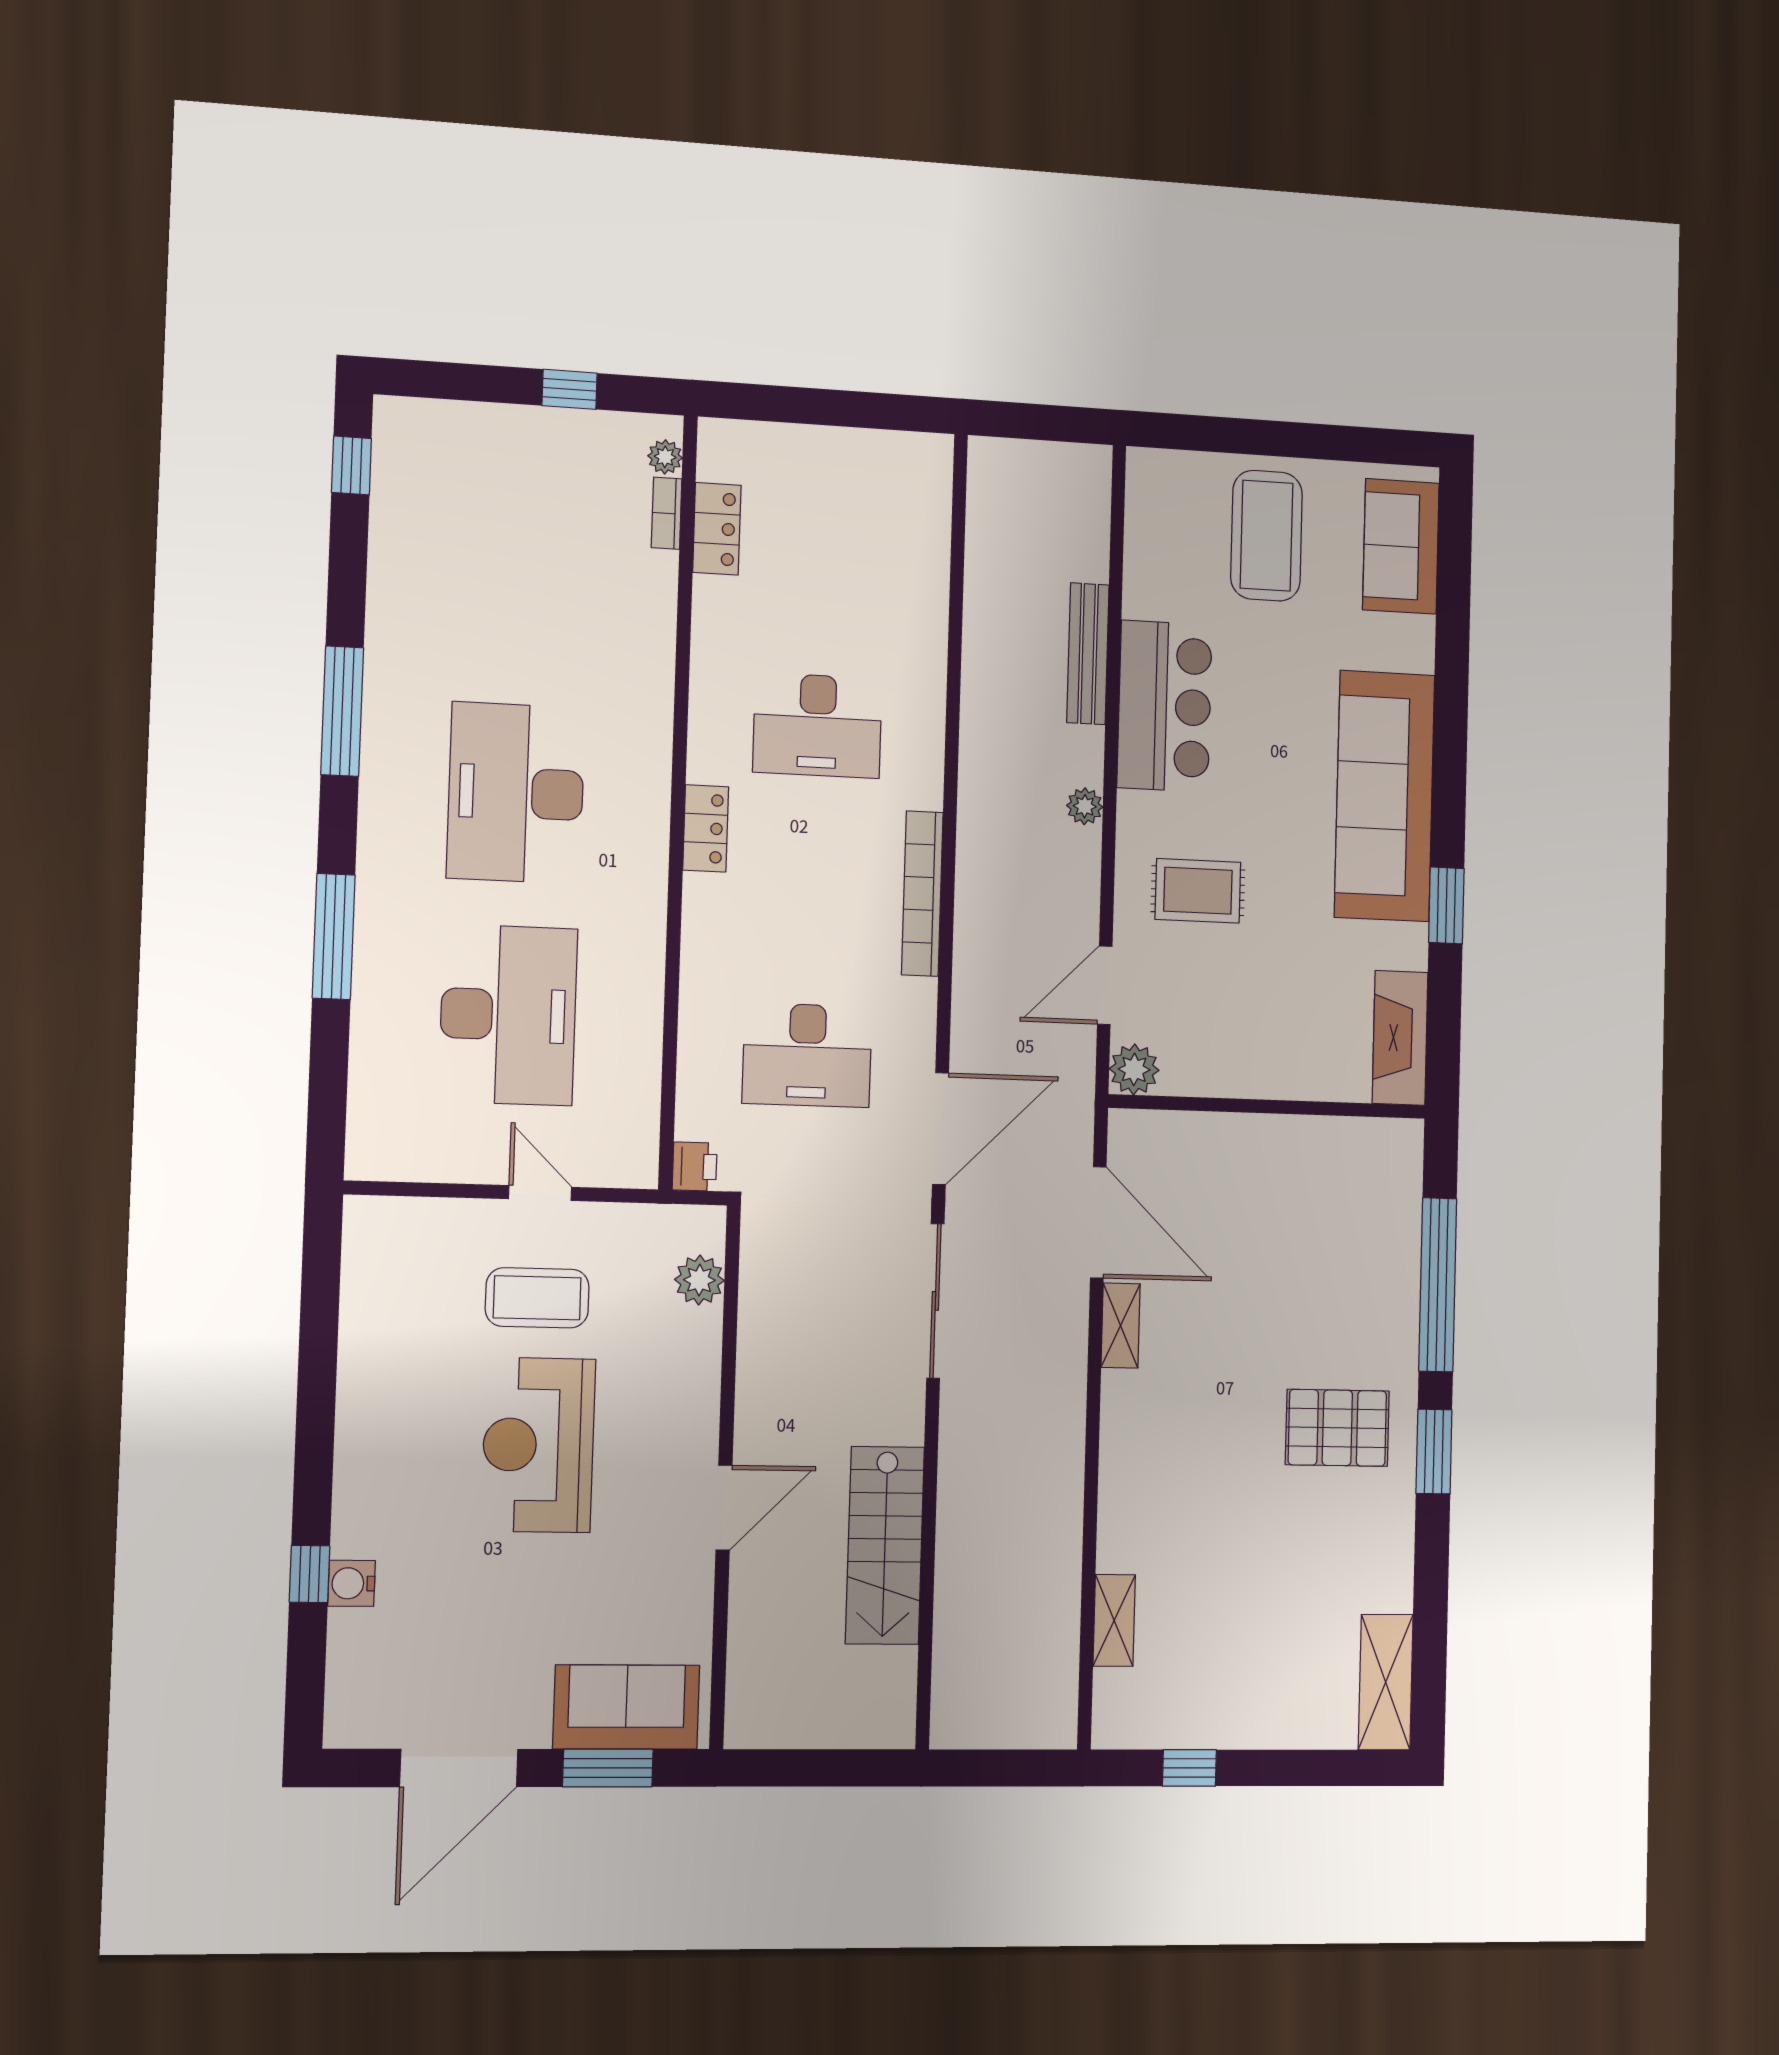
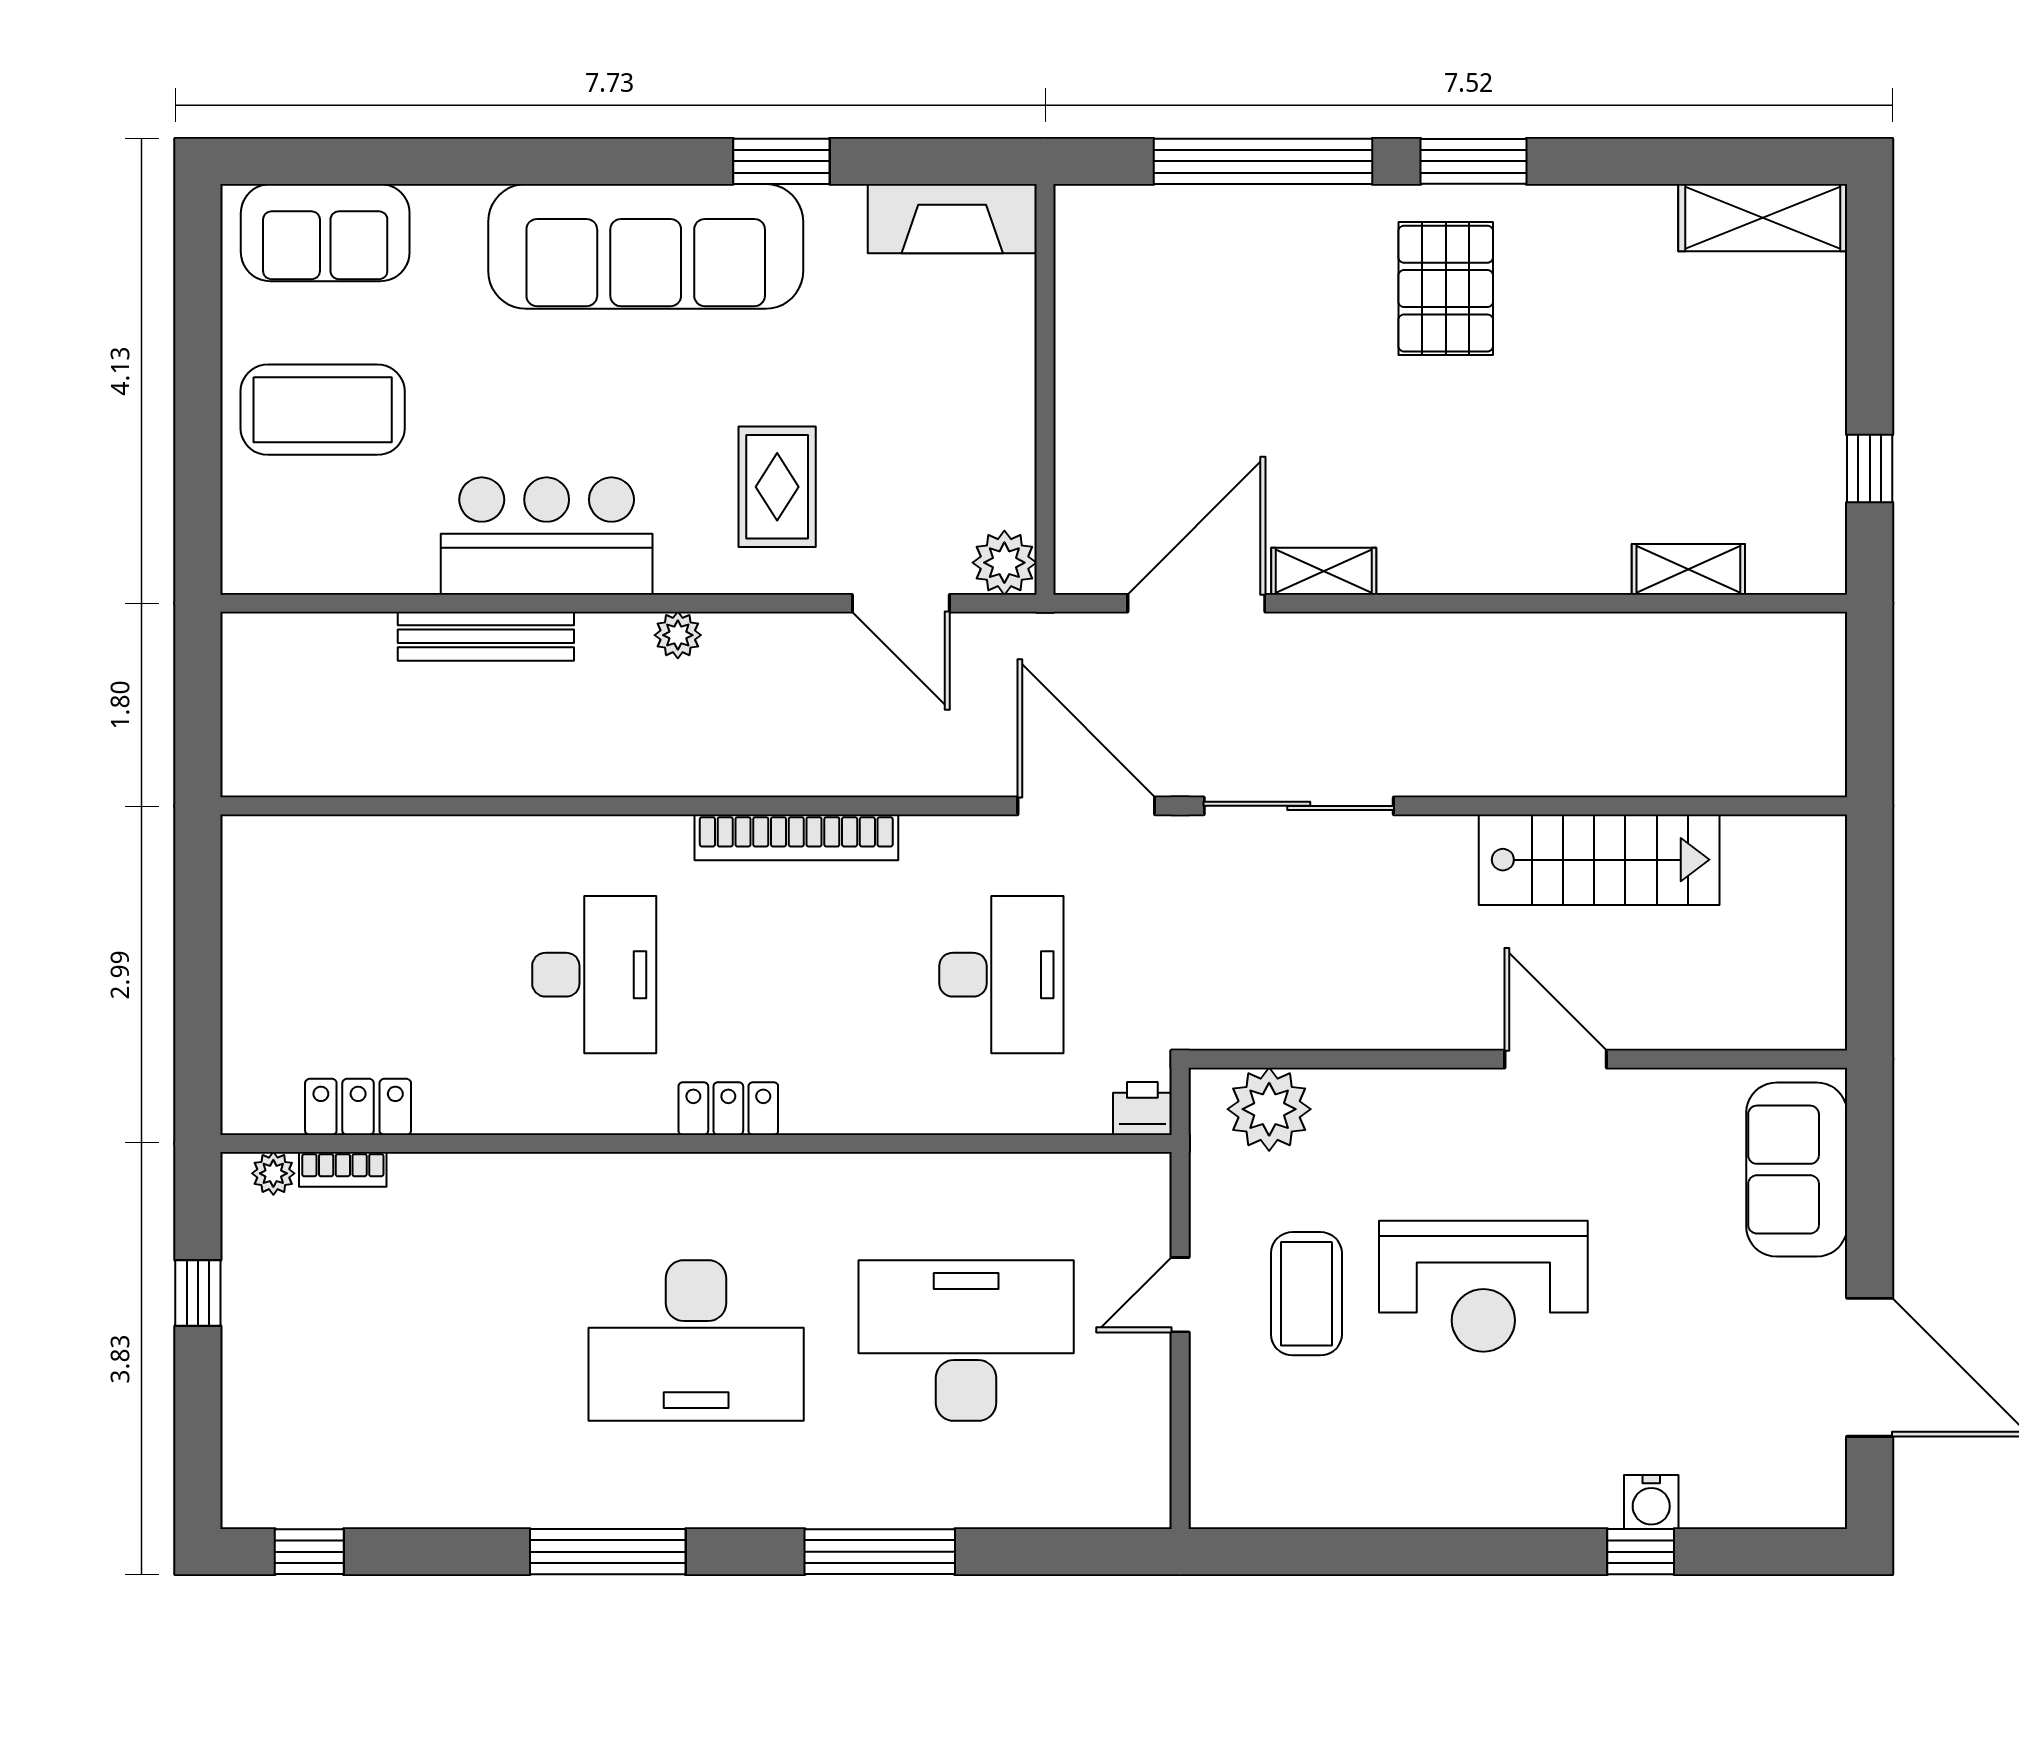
plant: (699, 1280) -> (1269, 1109), width x1.36, depth x1.36
window: (608, 1768) -> (1870, 1189), removed

